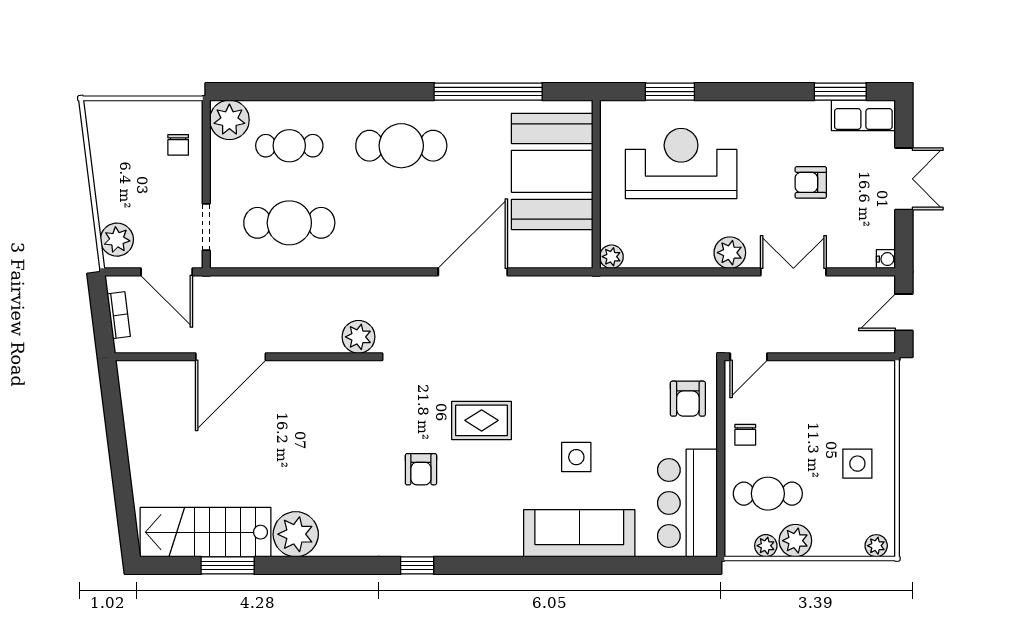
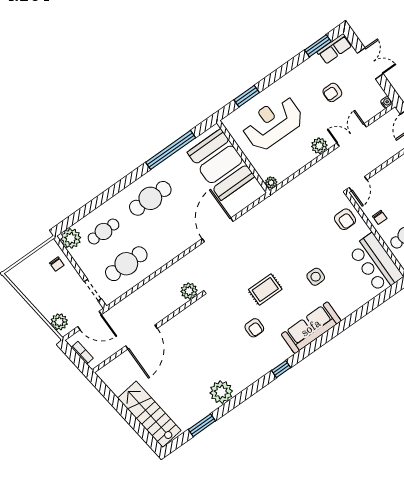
stairs: (206, 532) -> (149, 414), moved, turned 83
sofa: (579, 533) -> (311, 328), moved

